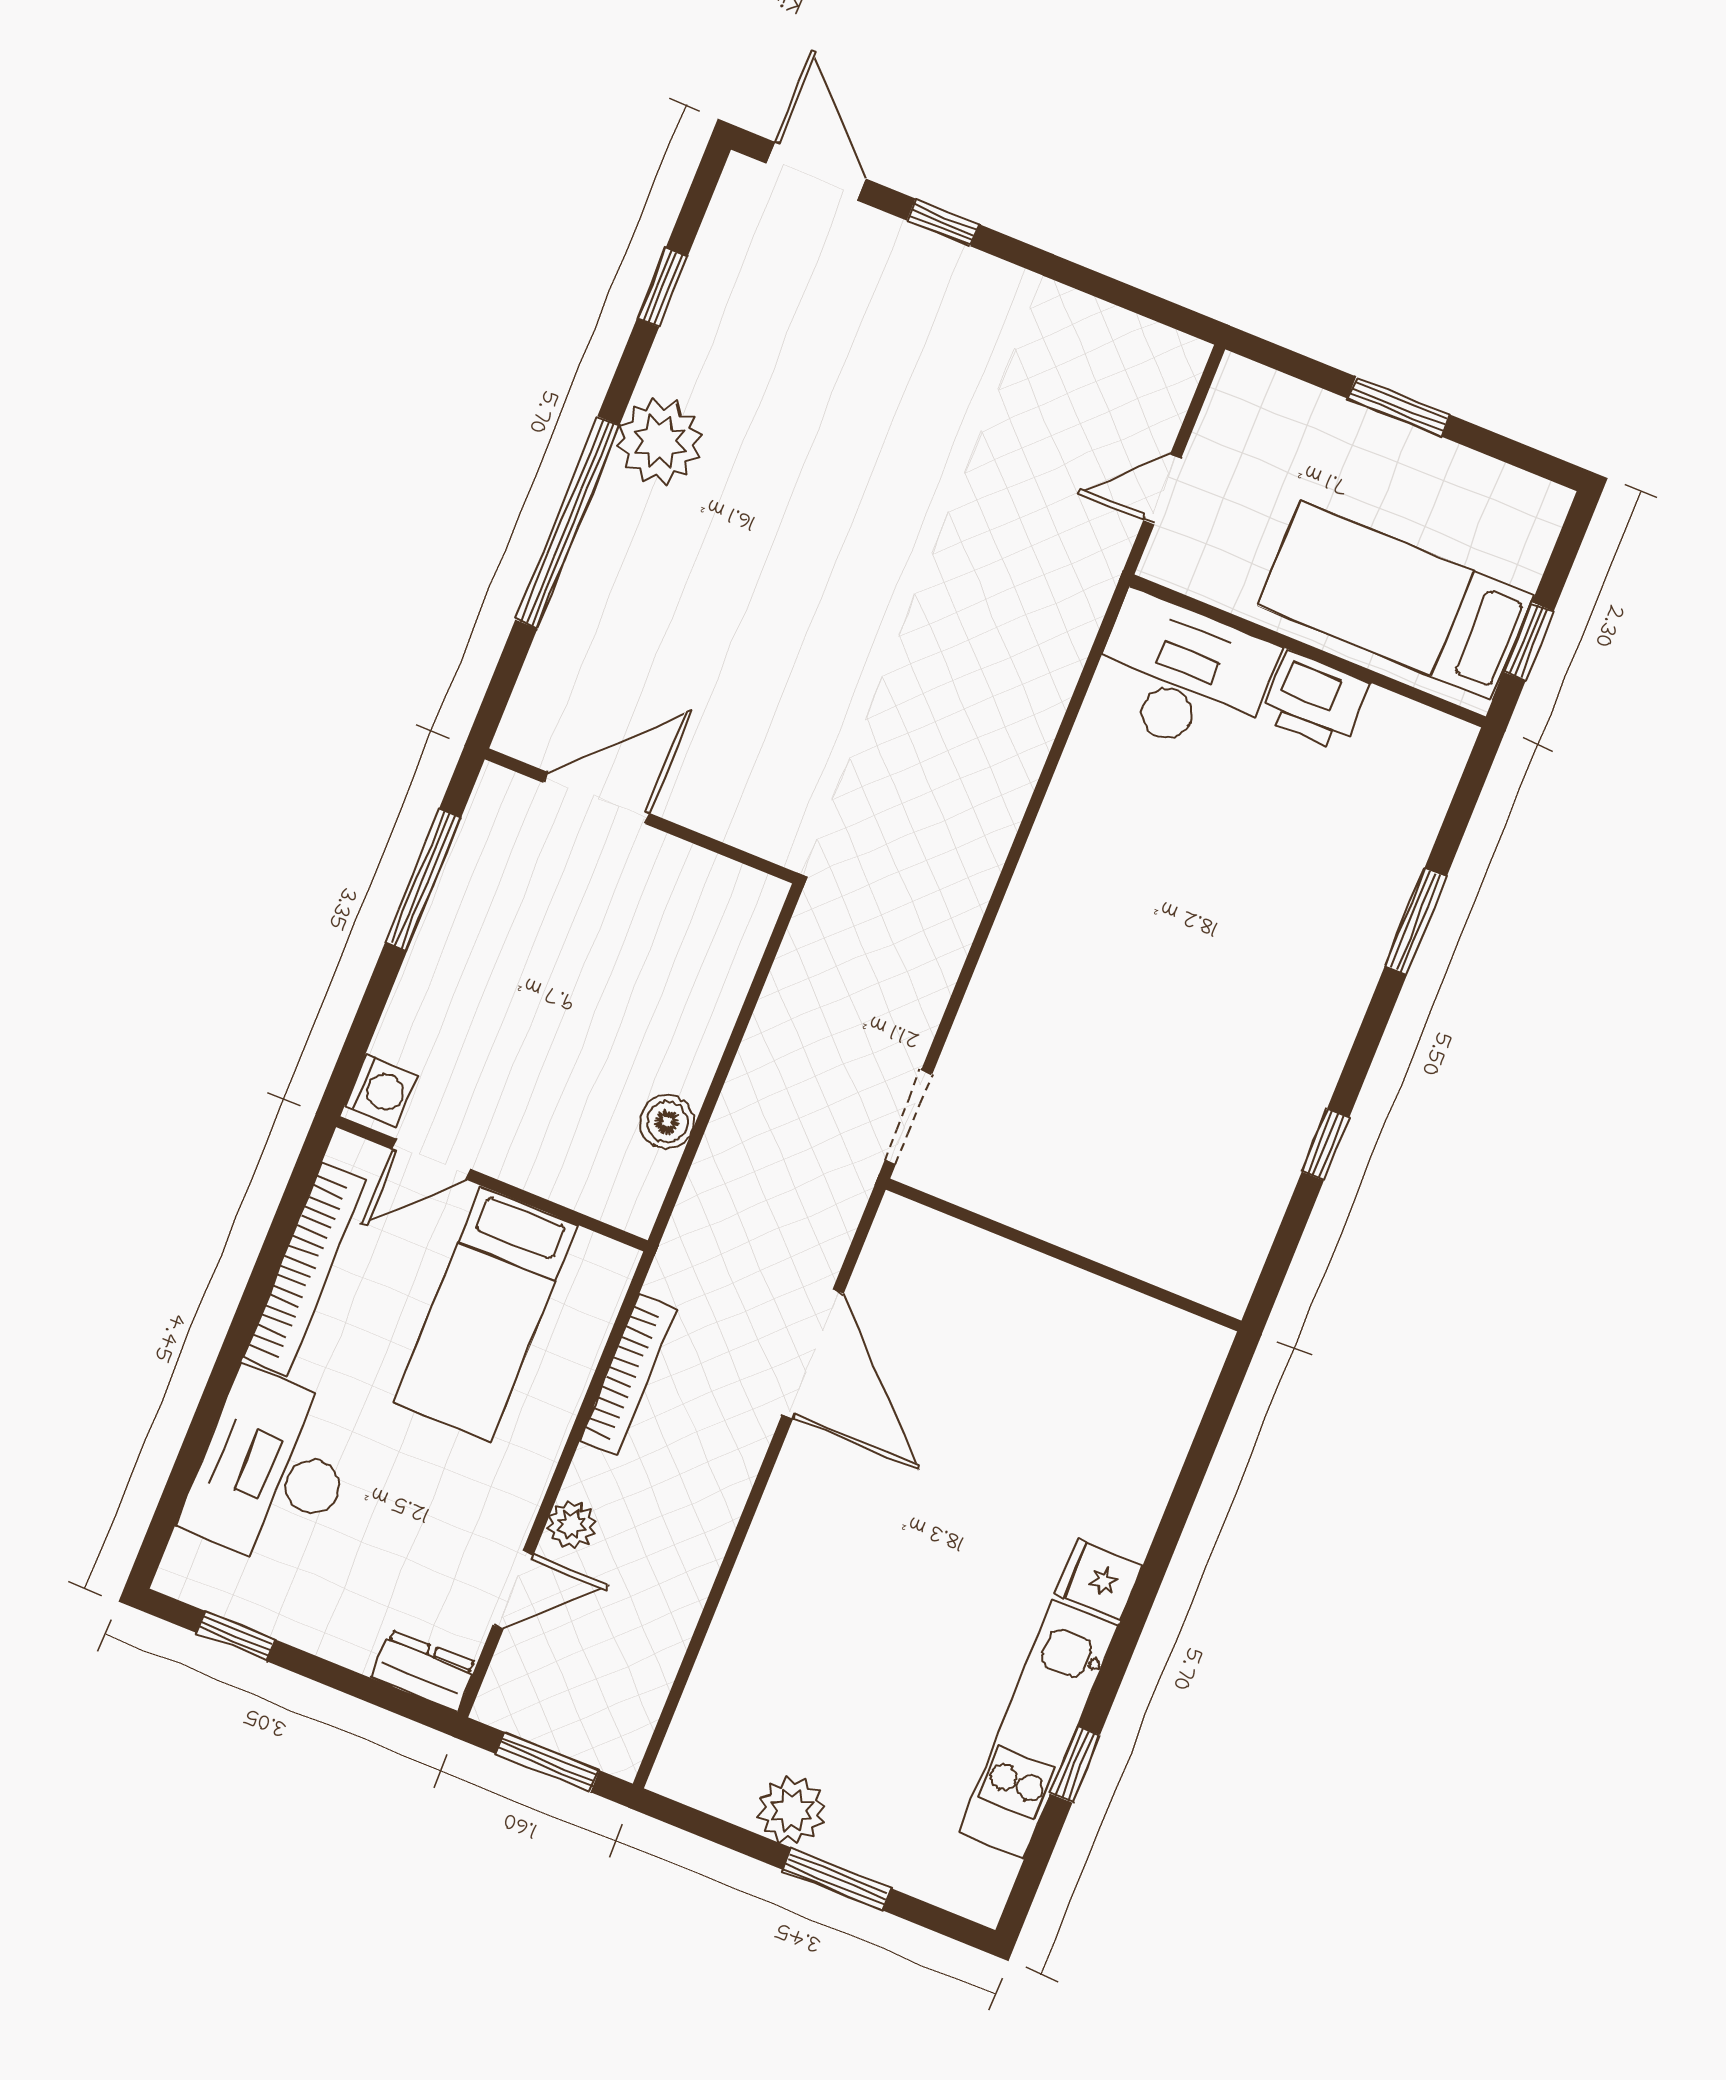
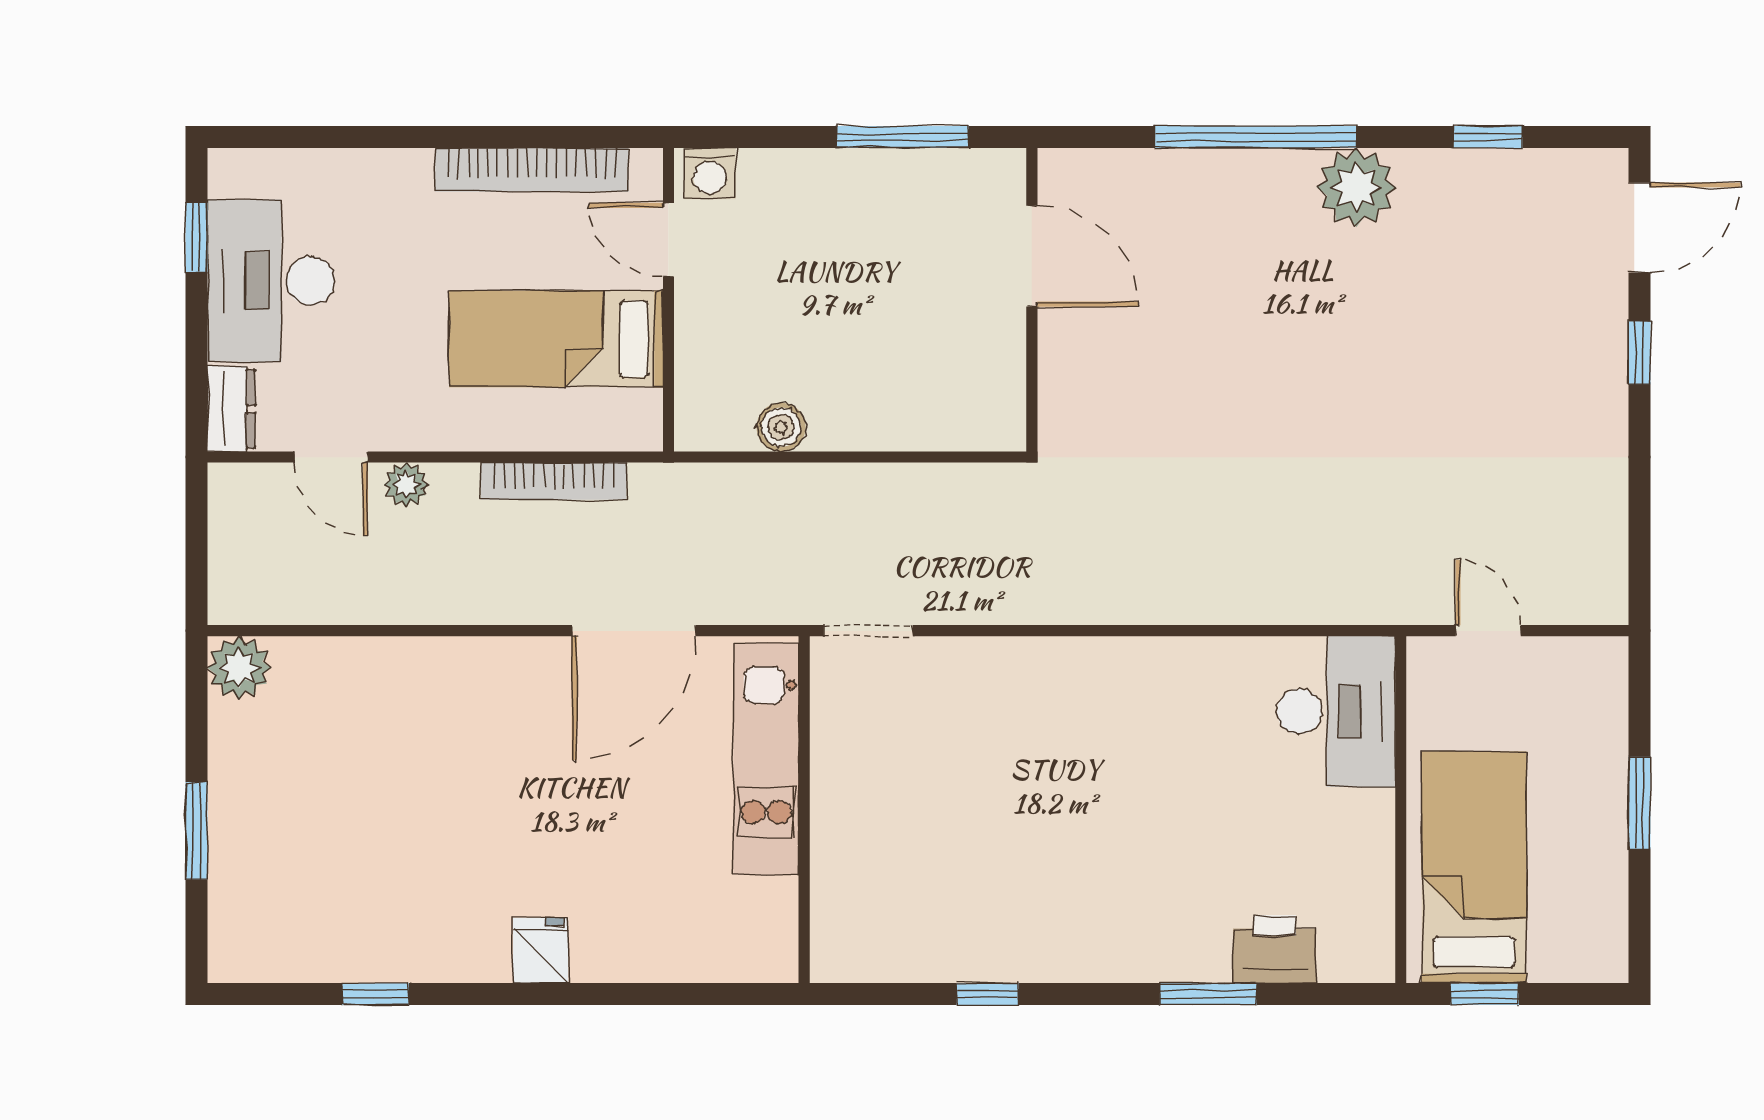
printer: (1315, 700) -> (1275, 949), moved, turned 90
desk: (272, 1470) -> (271, 281), moved, turned -90
kitchen unit: (1038, 1729) -> (766, 759), moved, turned -90
window: (548, 1762) -> (196, 545), removed
plant: (792, 1811) -> (239, 668), moved

